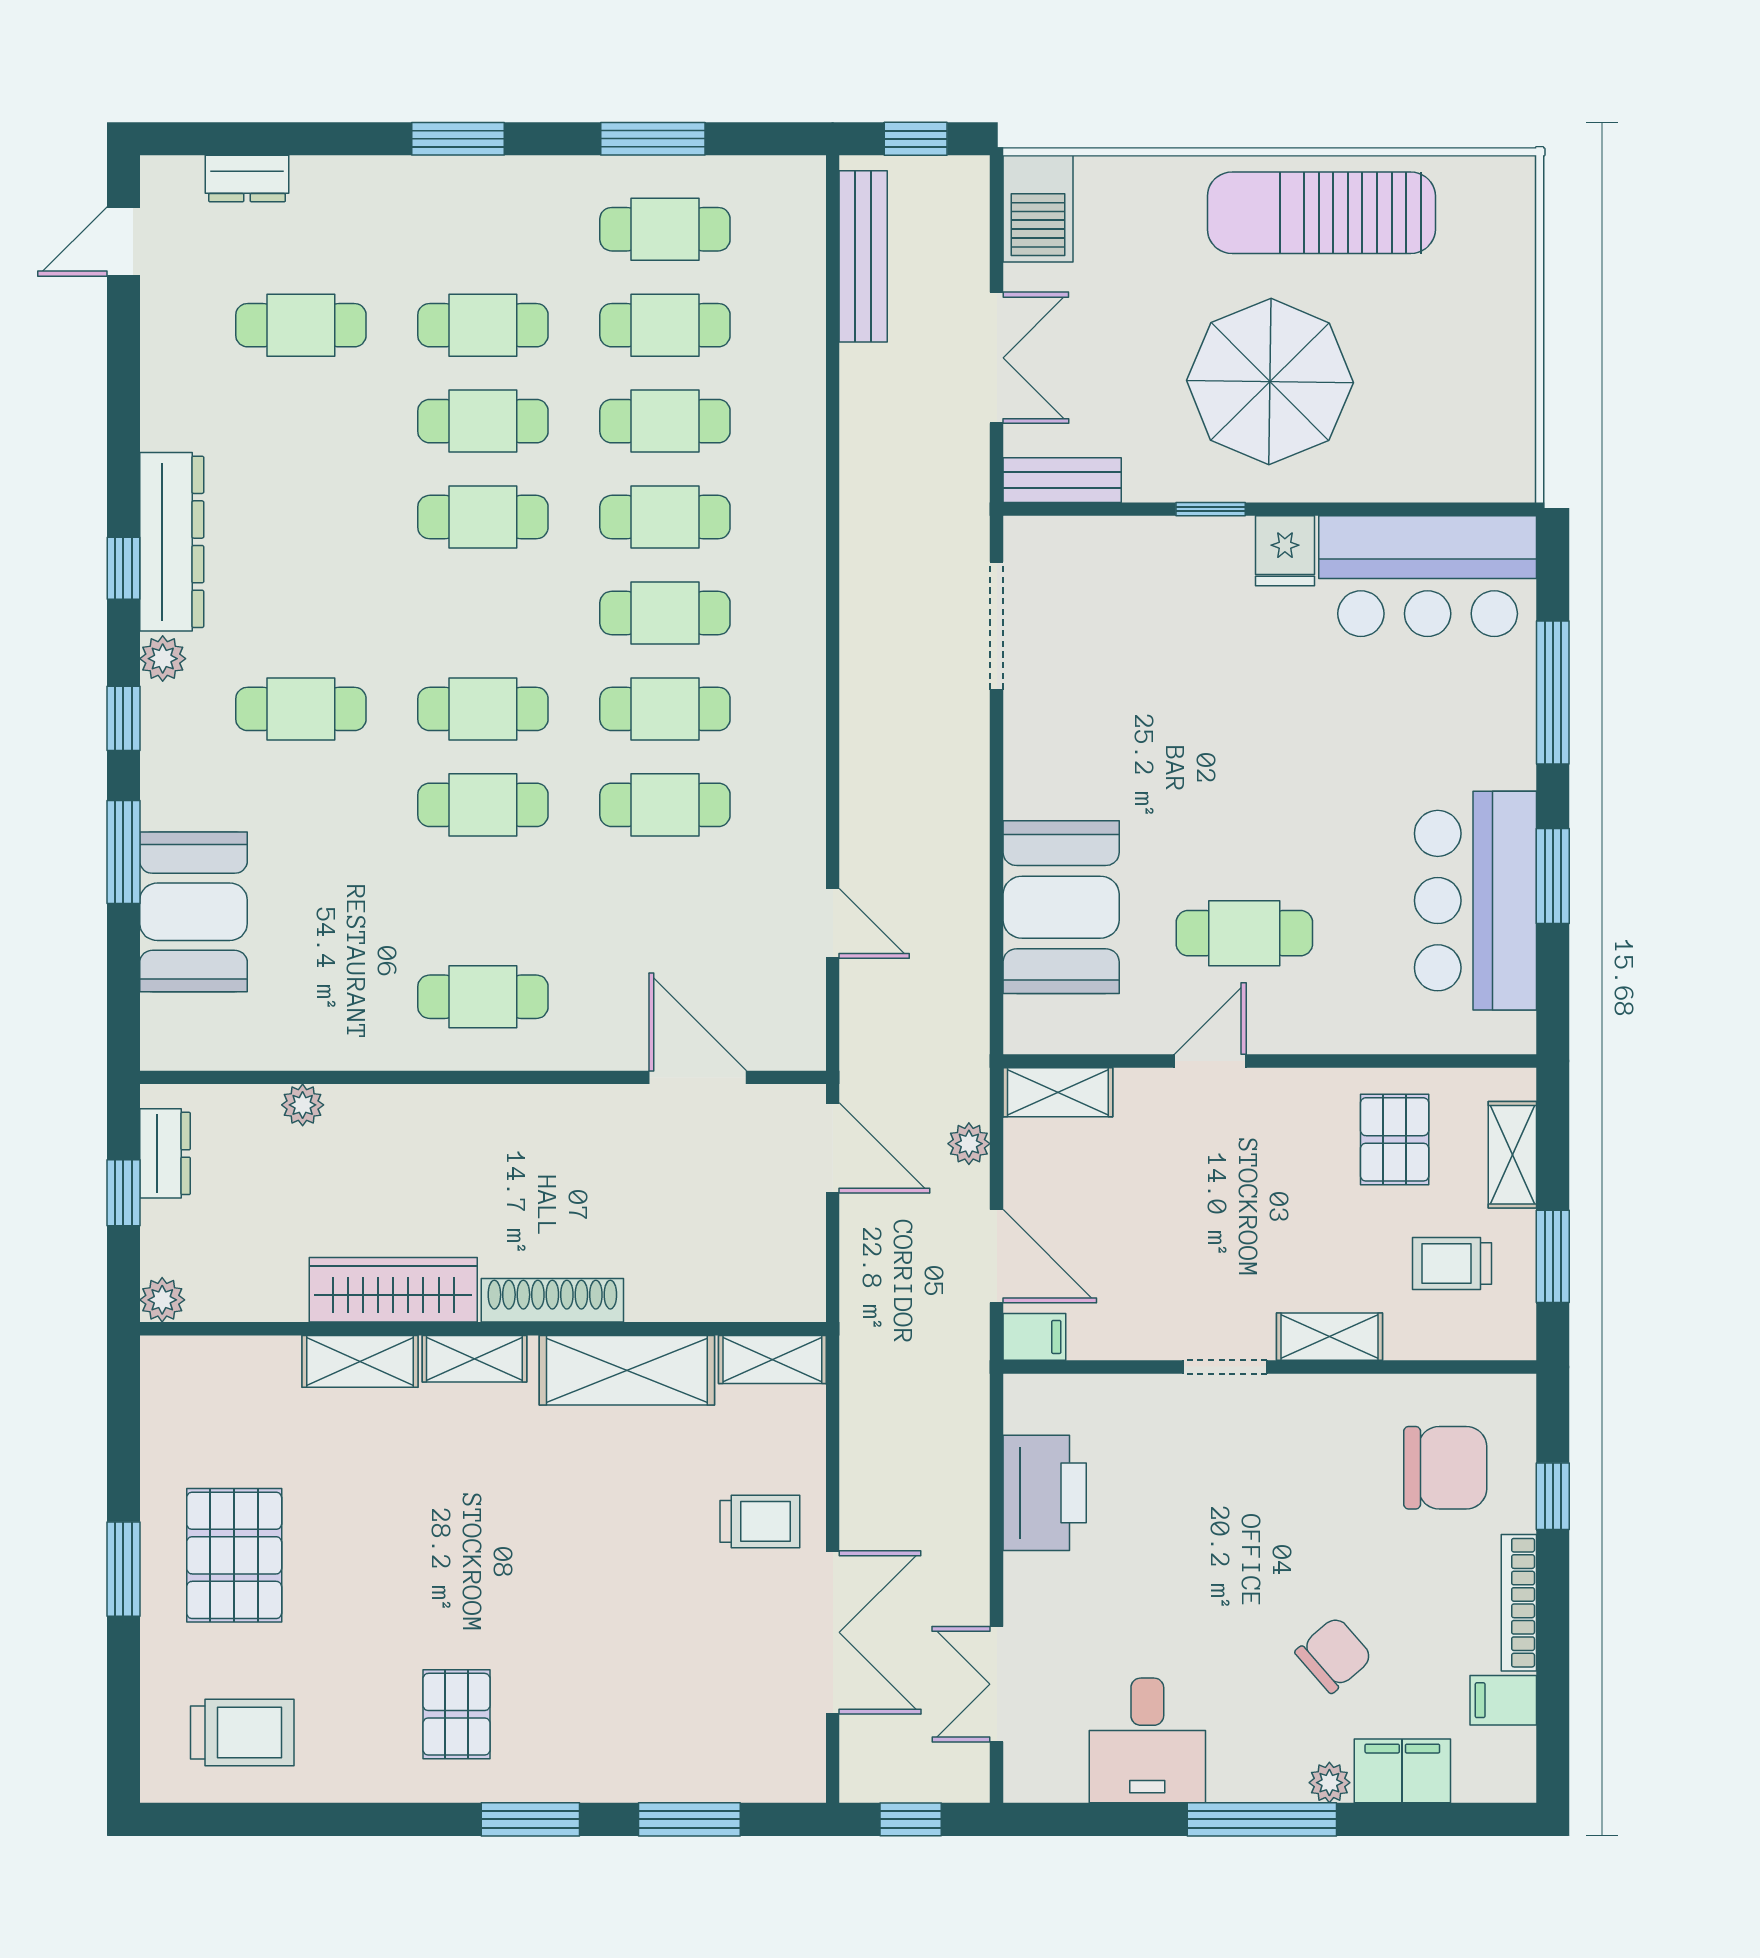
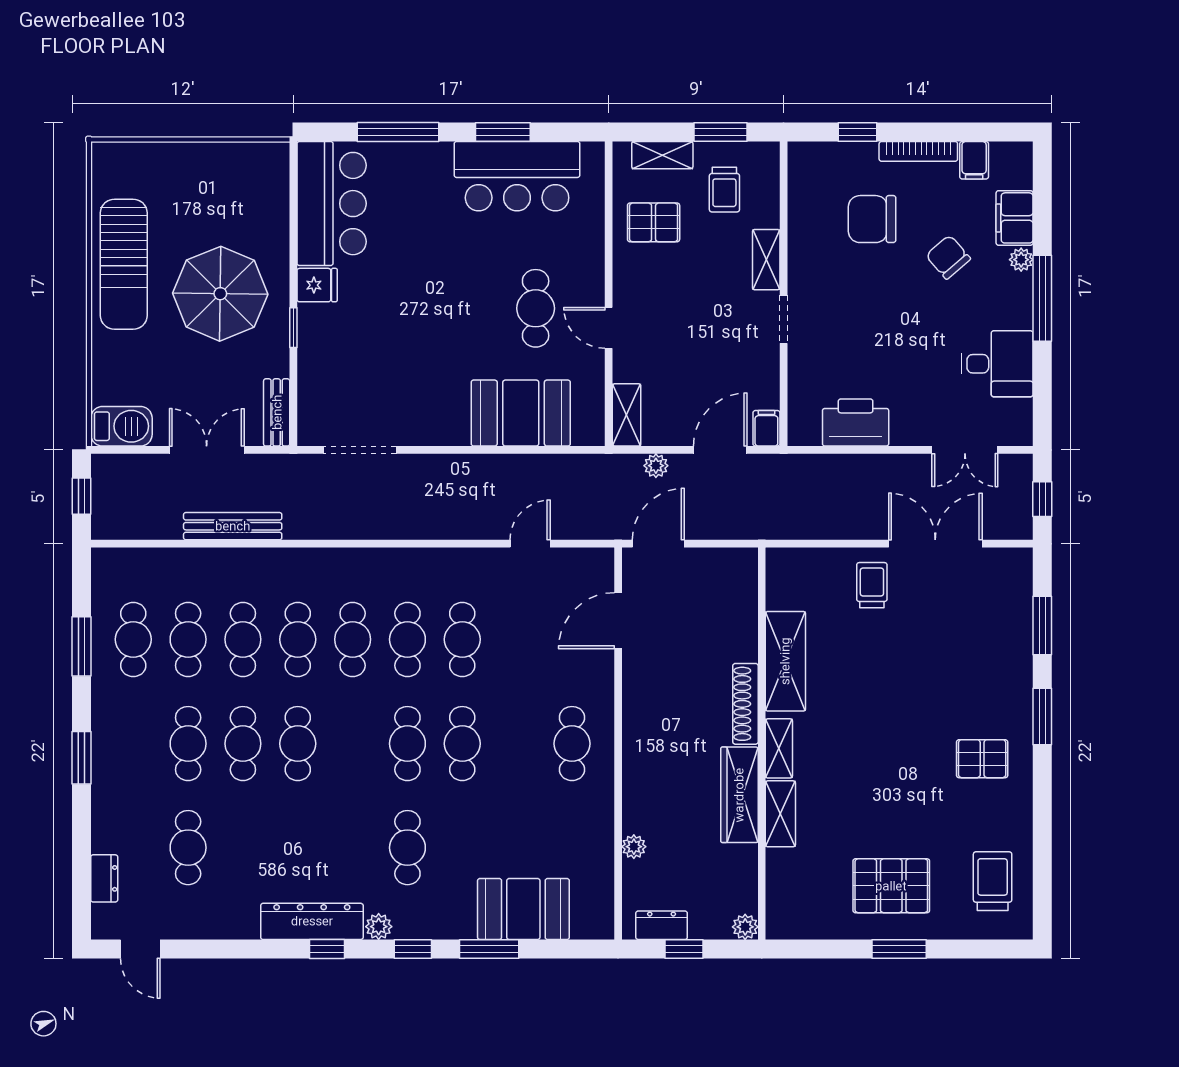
bench: (863, 256) -> (233, 526), moved
shelving: (772, 1359) -> (779, 578), removed
chair: (1445, 1468) -> (872, 219), moved, turned -90

